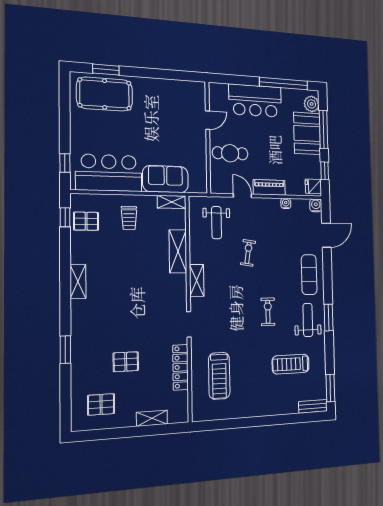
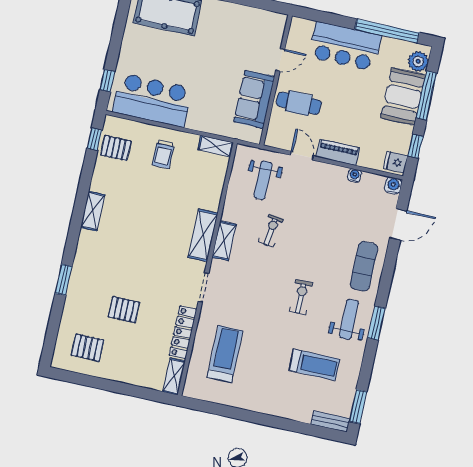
sofa: (165, 179) -> (254, 99), moved, turned -90
shelving: (178, 251) -> (203, 235), moved
exercise bike: (248, 253) -> (271, 230), moved
treadmill: (291, 364) -> (314, 365), turned 180
treadmill: (219, 376) -> (225, 354), turned 180
shelving: (152, 418) -> (174, 377), moved, turned 90

